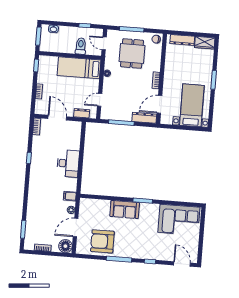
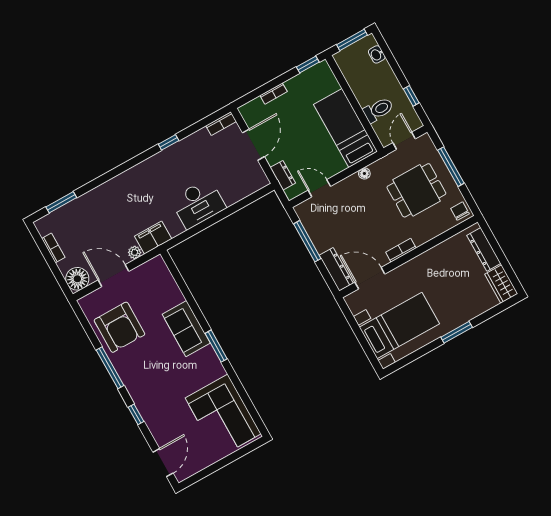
filing cabinet: (70, 196) -> (153, 238), width x2.00
armchair: (102, 241) -> (119, 327), turned 180

